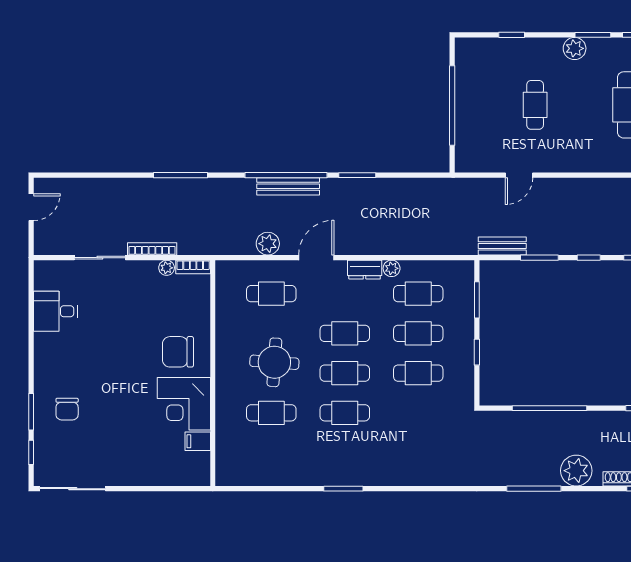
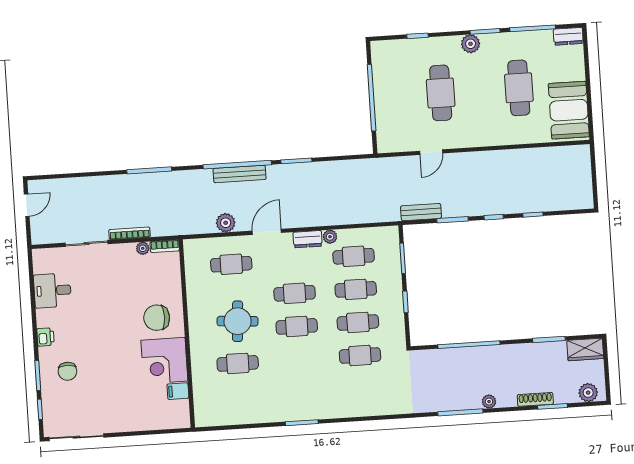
cafe table: (535, 105) -> (441, 93), width x1.37, depth x1.35
printer: (43, 366) -> (45, 337), added
cafe table: (345, 413) -> (360, 356), moved
plant: (576, 471) -> (489, 402), width x0.53, depth x0.53

